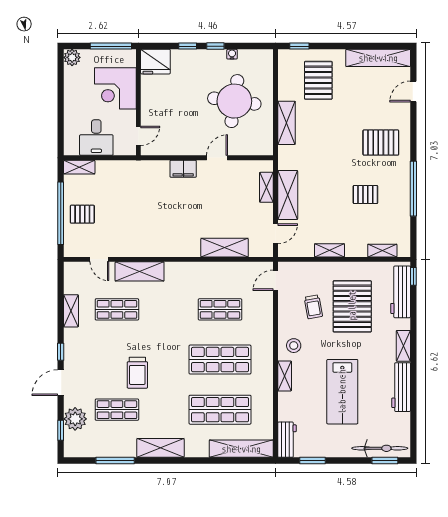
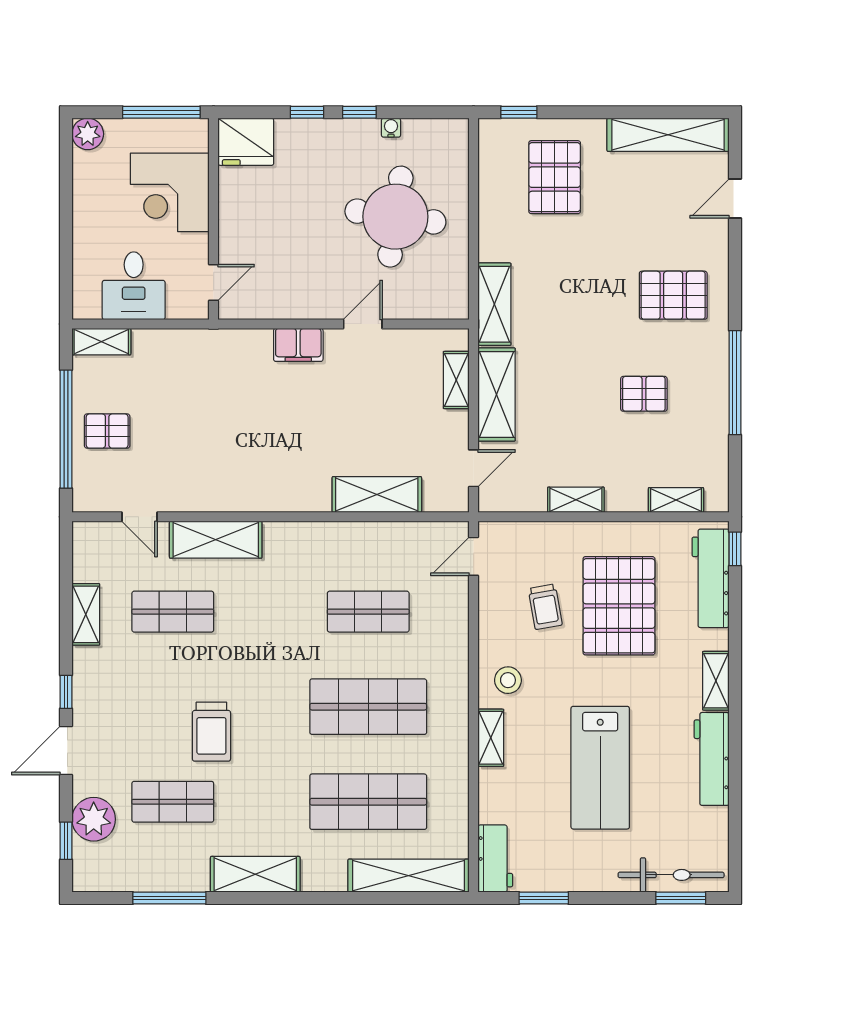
shelving: (287, 123) -> (494, 304), moved

